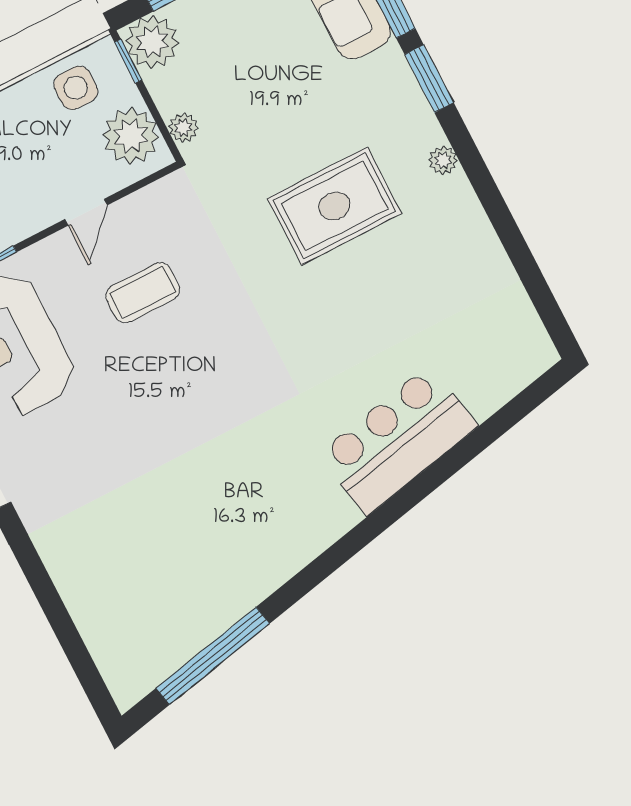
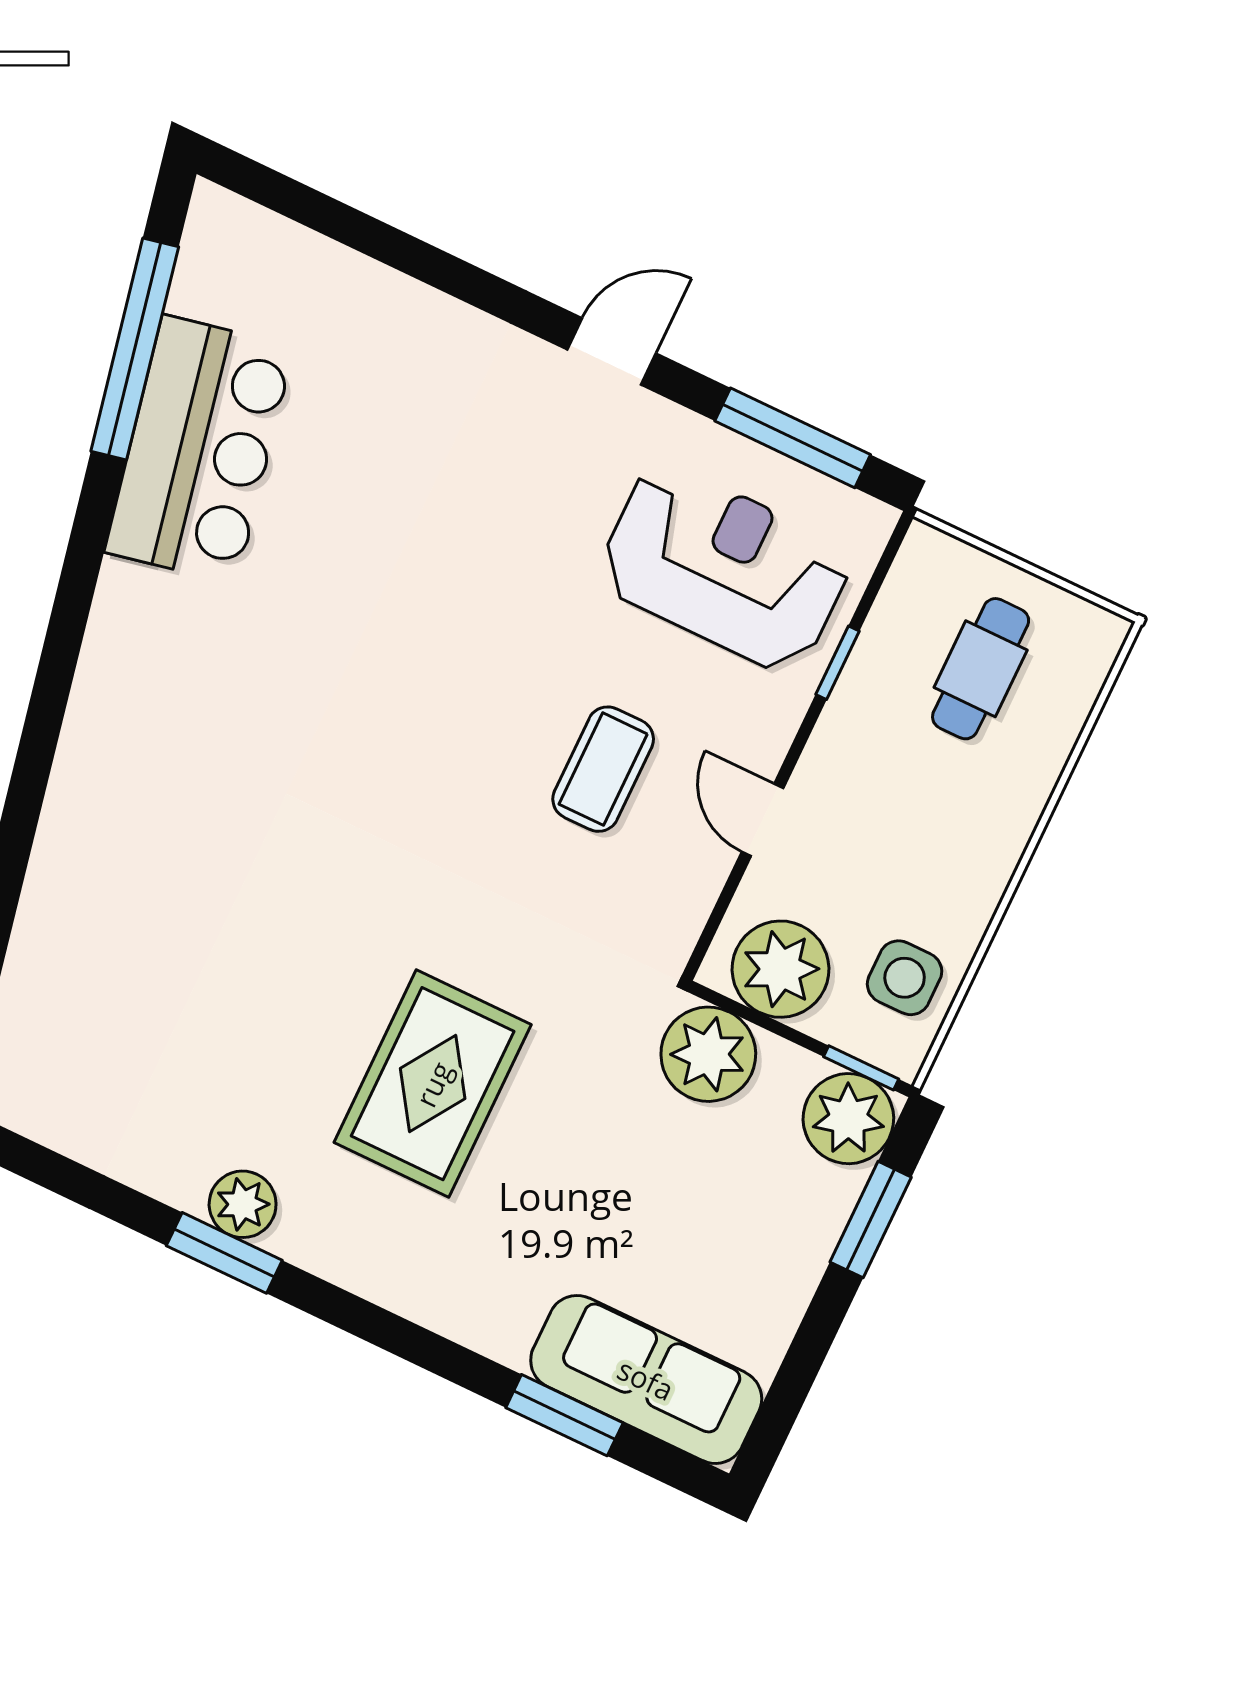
window: (429, 79) -> (224, 1253), moved
plant: (183, 128) -> (708, 1054), width x1.87, depth x1.87
plant: (443, 160) -> (243, 1204), moved, width x1.38, depth x1.38
bar counter: (398, 440) -> (199, 449), moved

